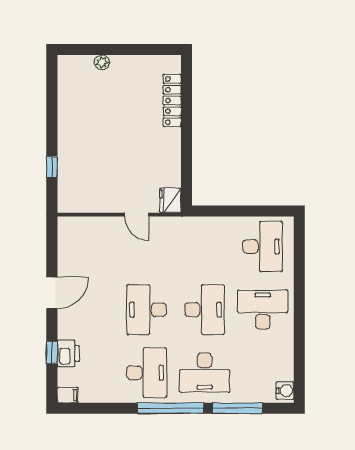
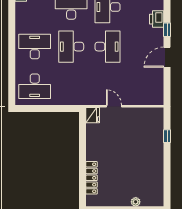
desk: (263, 246) -> (35, 86), turned -90
desk: (263, 310) -> (35, 47), turned 180
window: (52, 353) -> (167, 30), moved

